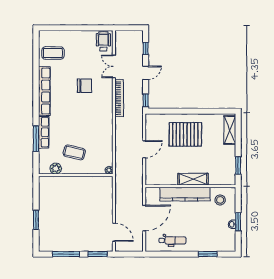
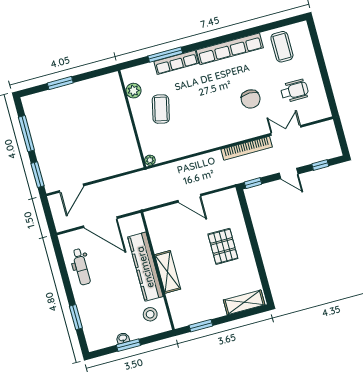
wheelchair: (103, 41) -> (294, 91), moved
pallet: (185, 134) -> (223, 246), width x0.73, depth x0.71

